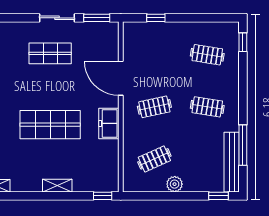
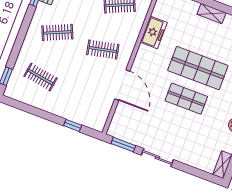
shop shelf: (50, 53) -> (186, 99), moved
clothes rail: (207, 107) -> (57, 32), turned -33
freezer: (109, 123) -> (154, 32), moved

